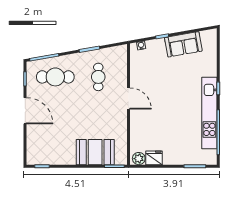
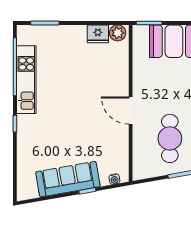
sofa: (183, 44) -> (68, 179), width x1.36
cafe table: (98, 77) -> (170, 138), width x1.37, depth x1.35
kitchen unit: (209, 113) -> (26, 80), width x0.73

